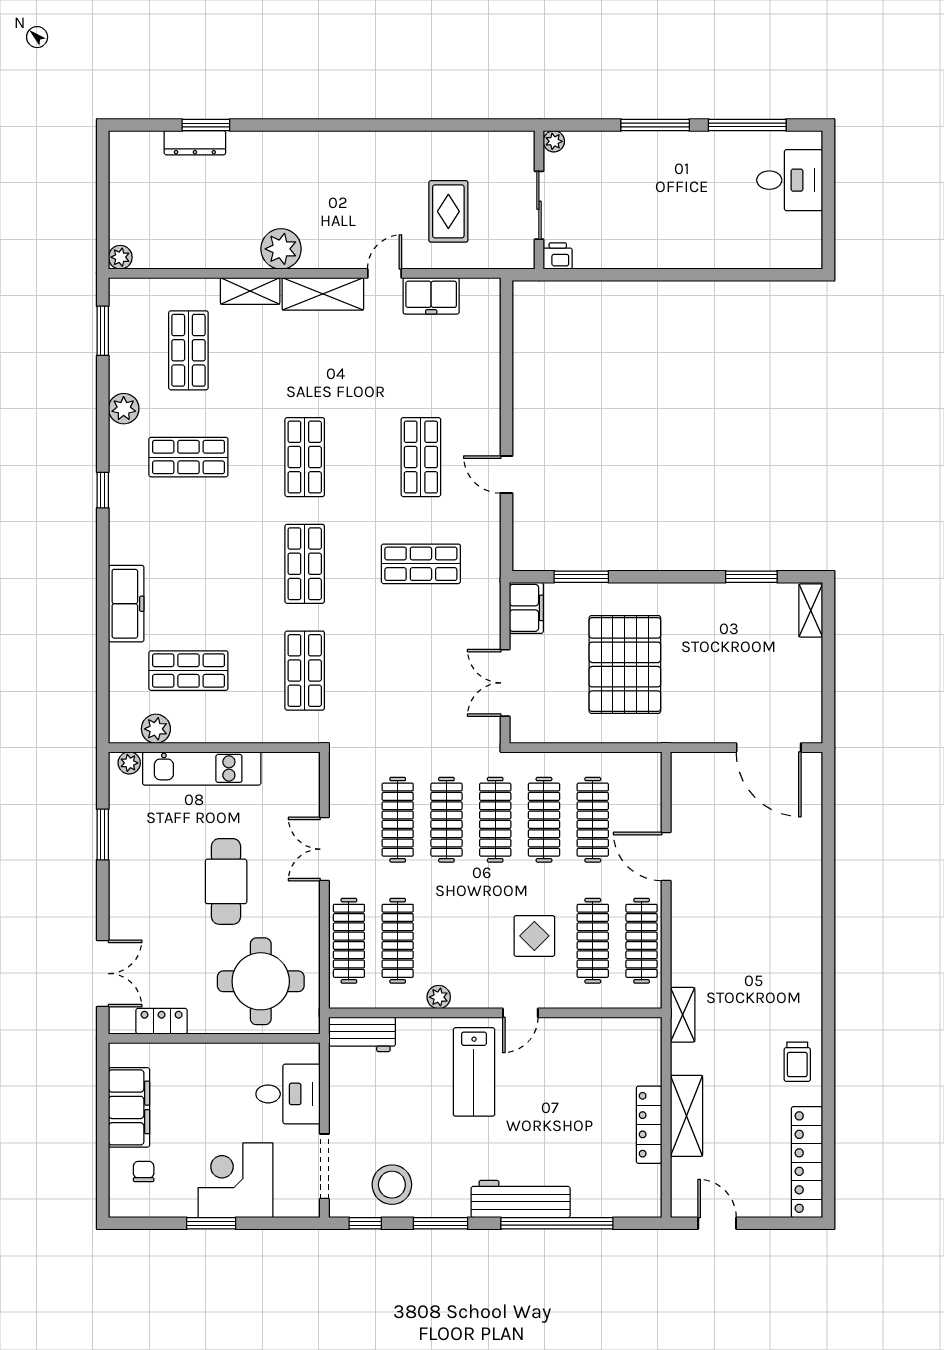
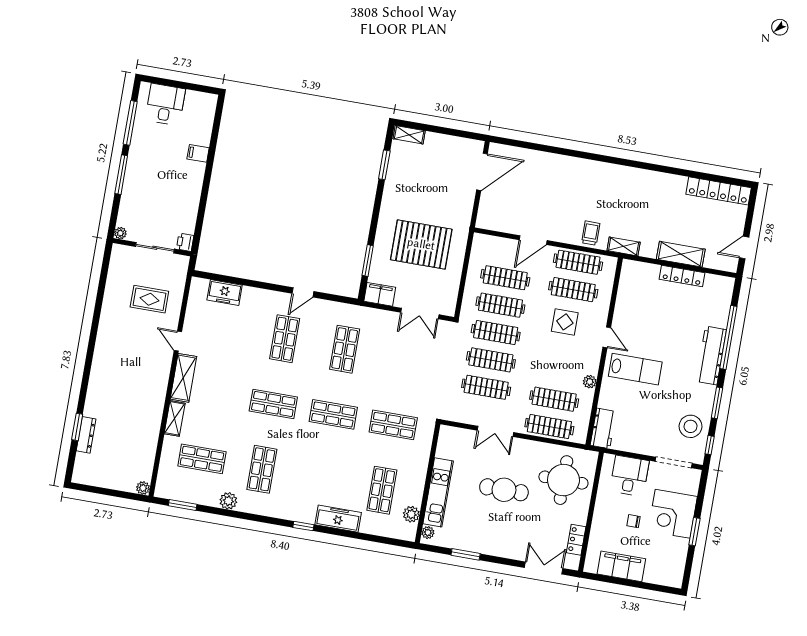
plant: (281, 249) -> (154, 397), removed
filing cabinet: (715, 252) -> (198, 153), added
freezer: (431, 296) -> (225, 293), moved, turned 90
shop shelf: (421, 457) -> (285, 339), turned 90
window: (103, 490) -> (303, 526), moved
trolley: (797, 1062) -> (591, 233), moved, turned -90
chair: (144, 1172) -> (633, 521), moved

